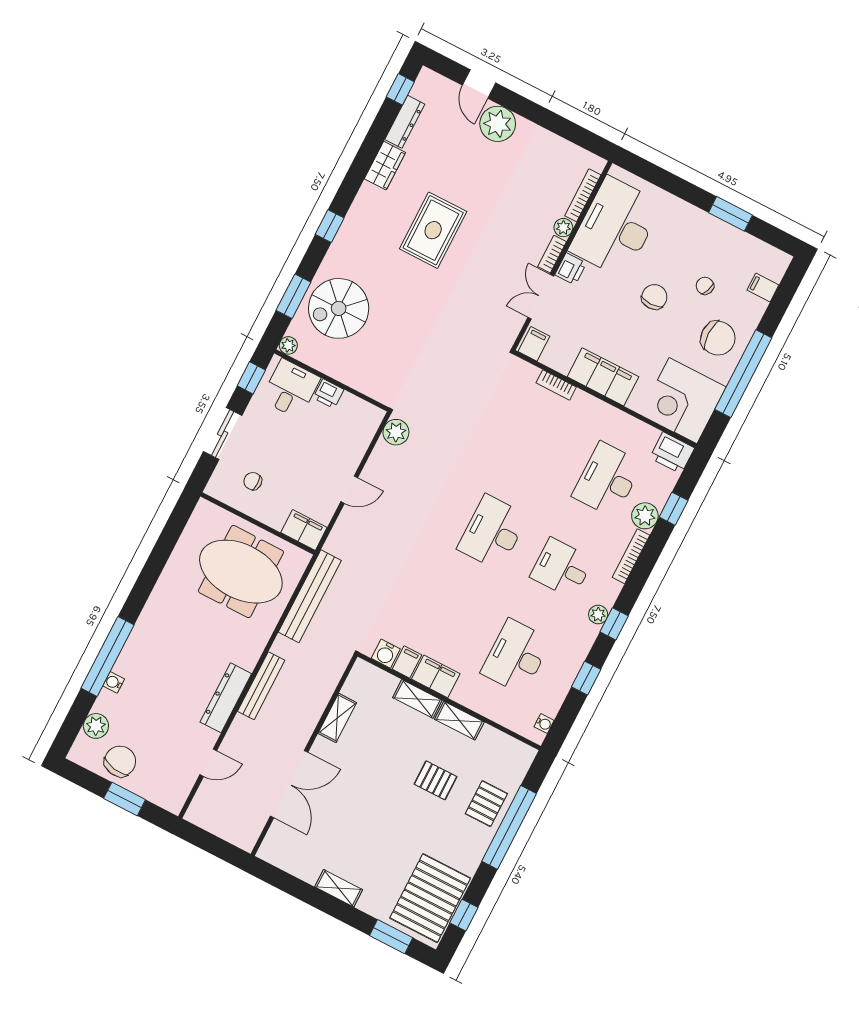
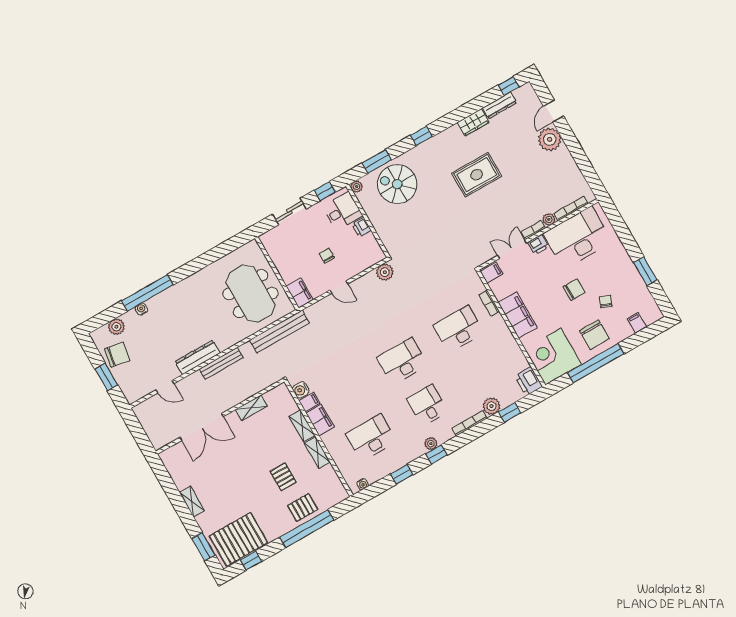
desk: (607, 480) -> (459, 329), moved
chair: (253, 481) -> (327, 256), moved

